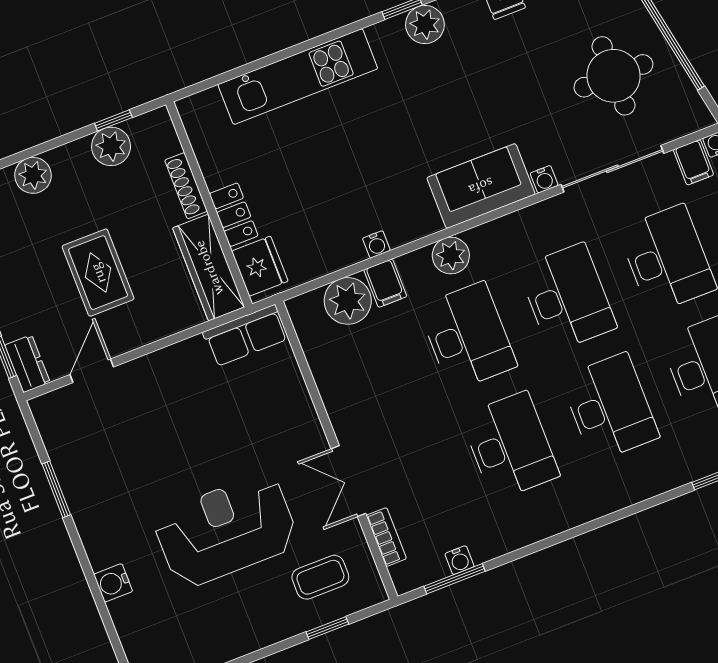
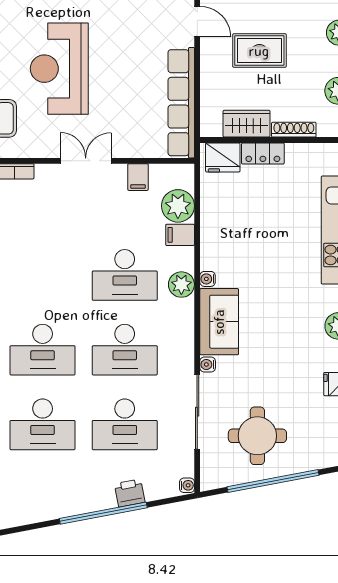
filing cabinet: (693, 162) -> (138, 177), moved, turned -90
water cooler: (376, 244) -> (208, 279), moved
wardrobe: (209, 268) -> (247, 124), width x0.67
row of seats: (246, 336) -> (181, 103), width x2.02
desk: (510, 446) -> (43, 275), removed
double door: (348, 481) -> (86, 161), moved
reception desk: (226, 530) -> (59, 69), turned 180

